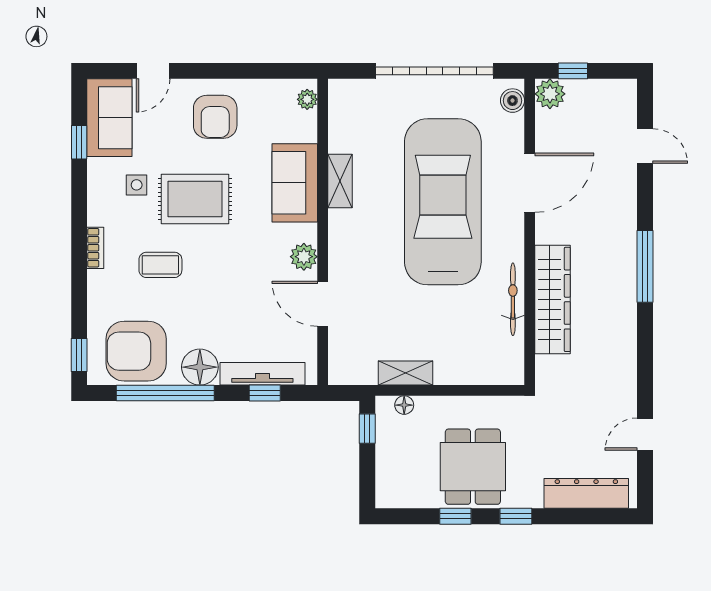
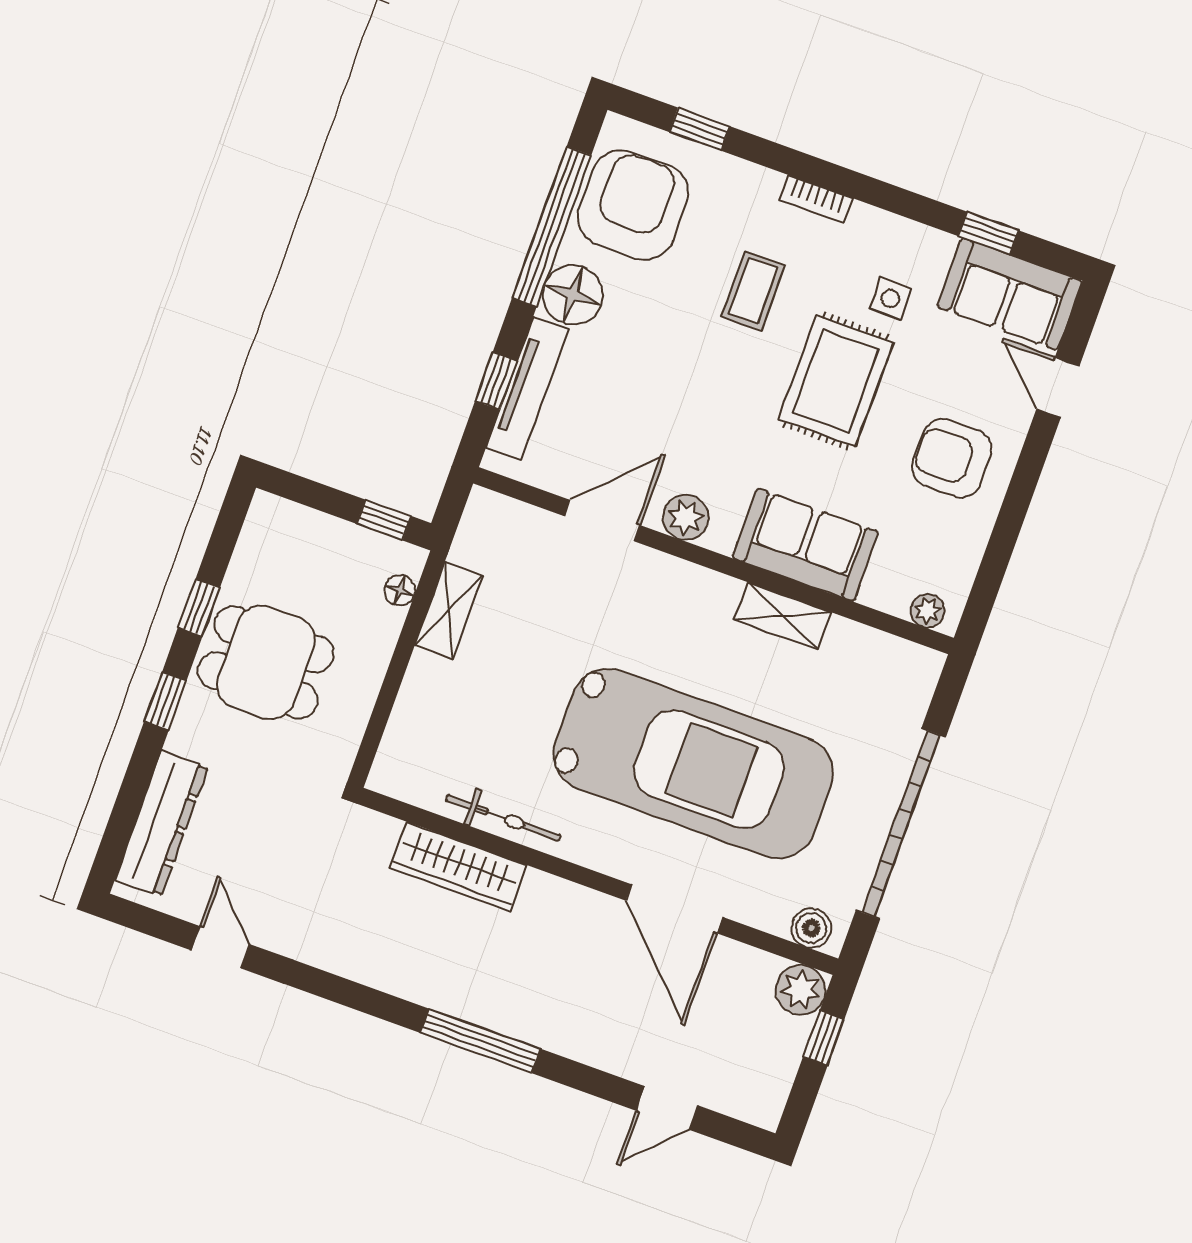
wardrobe: (553, 299) -> (458, 866), width x0.71, depth x0.85
window: (79, 355) -> (700, 129), moved

